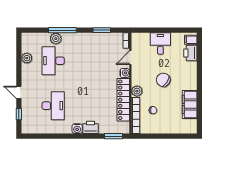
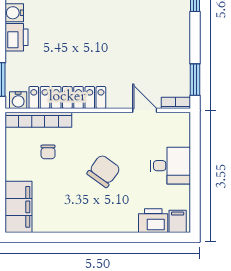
window: (102, 30) -> (195, 80), moved
water cooler: (125, 73) -> (18, 100), moved
plant: (137, 91) -> (83, 122), removed
filing cabinet: (190, 105) -> (18, 207), moved, turned 90

